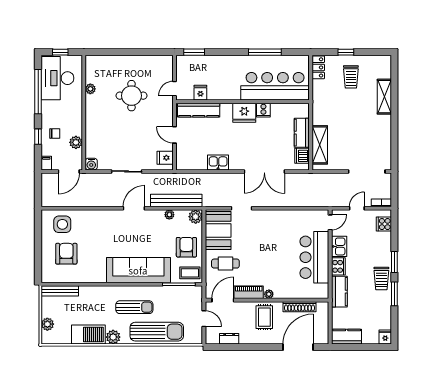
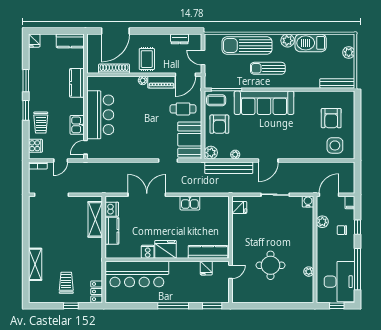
window: (265, 52) -> (173, 306), moved
door: (174, 135) -> (230, 229), removed
cooker: (338, 266) -> (78, 106), removed
trolley: (381, 278) -> (41, 123), moved, turned 180

